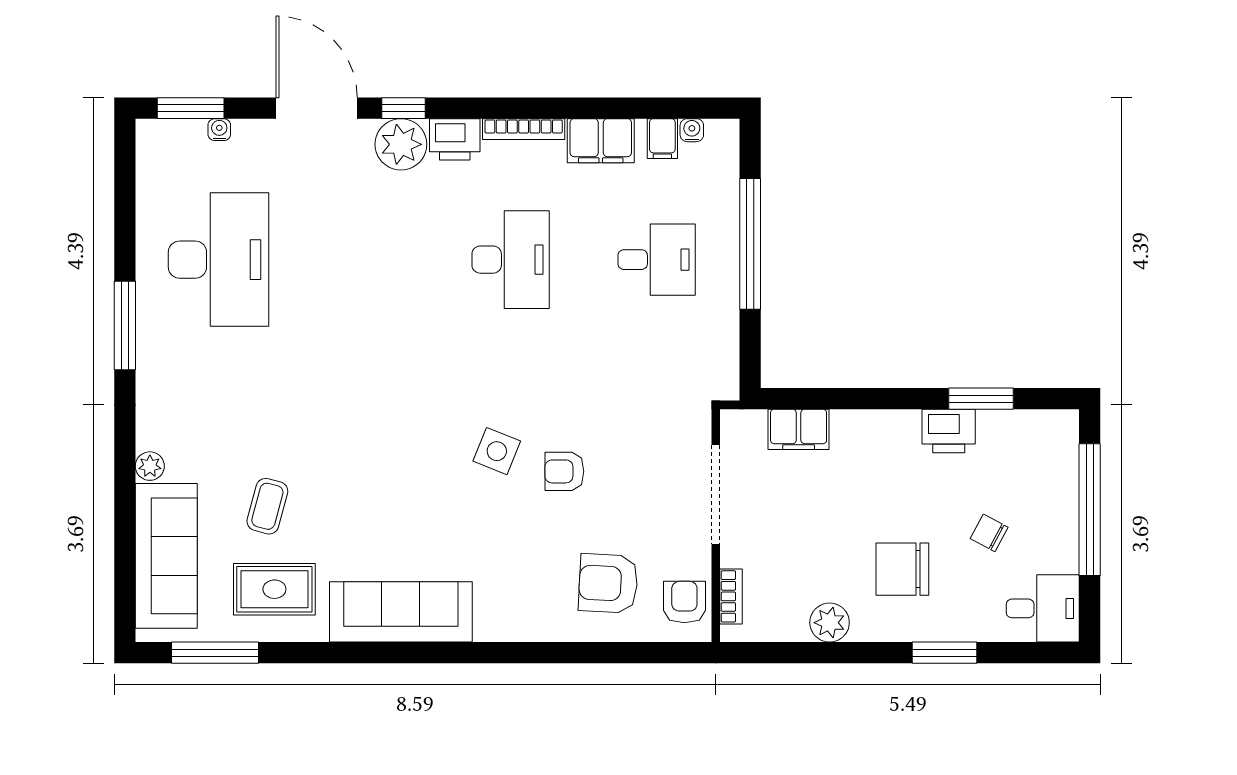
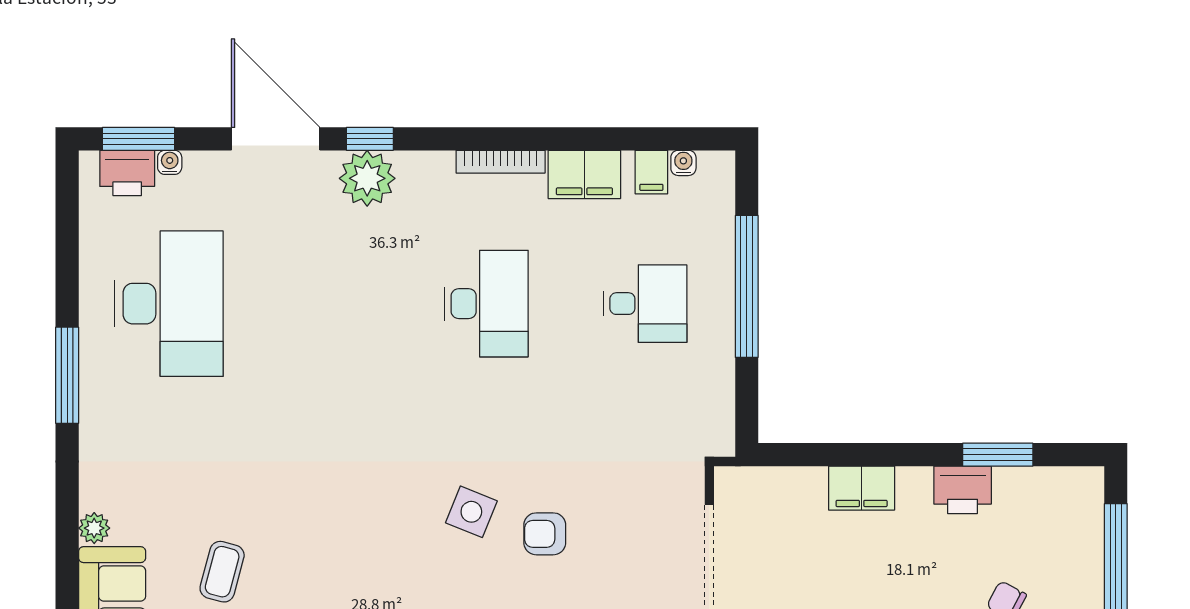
printer: (455, 139) -> (127, 173), moved
filing cabinet: (799, 429) -> (862, 488), moved

